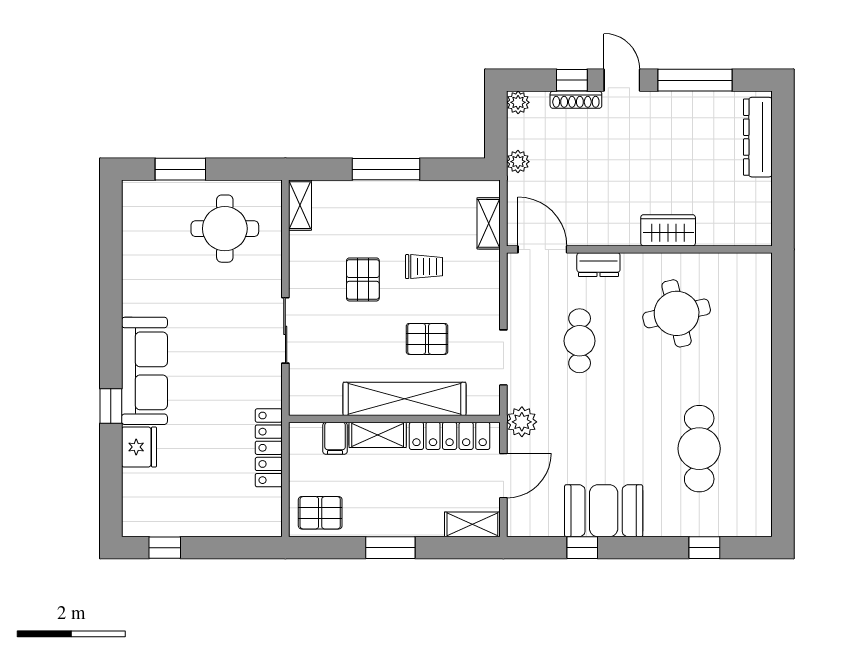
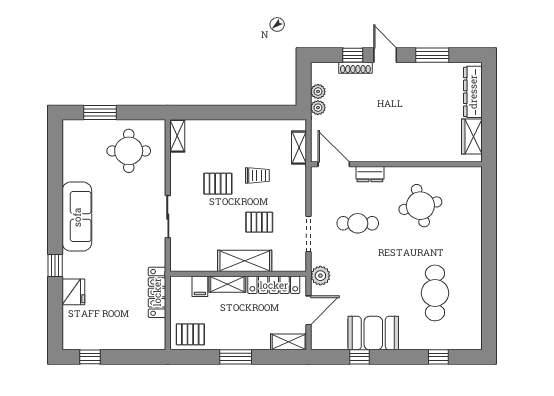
window: (695, 80) -> (432, 55), width x0.69
plant: (518, 102) -> (318, 92), moved
window: (386, 169) -> (233, 112), removed
wardrobe: (668, 230) -> (472, 137), moved, turned -90
pallet: (363, 279) -> (218, 184), turned 90
cafe table: (580, 341) -> (358, 223), turned 90
sofa: (144, 371) -> (77, 217), moved
shelving: (404, 399) -> (245, 261), width x0.68

